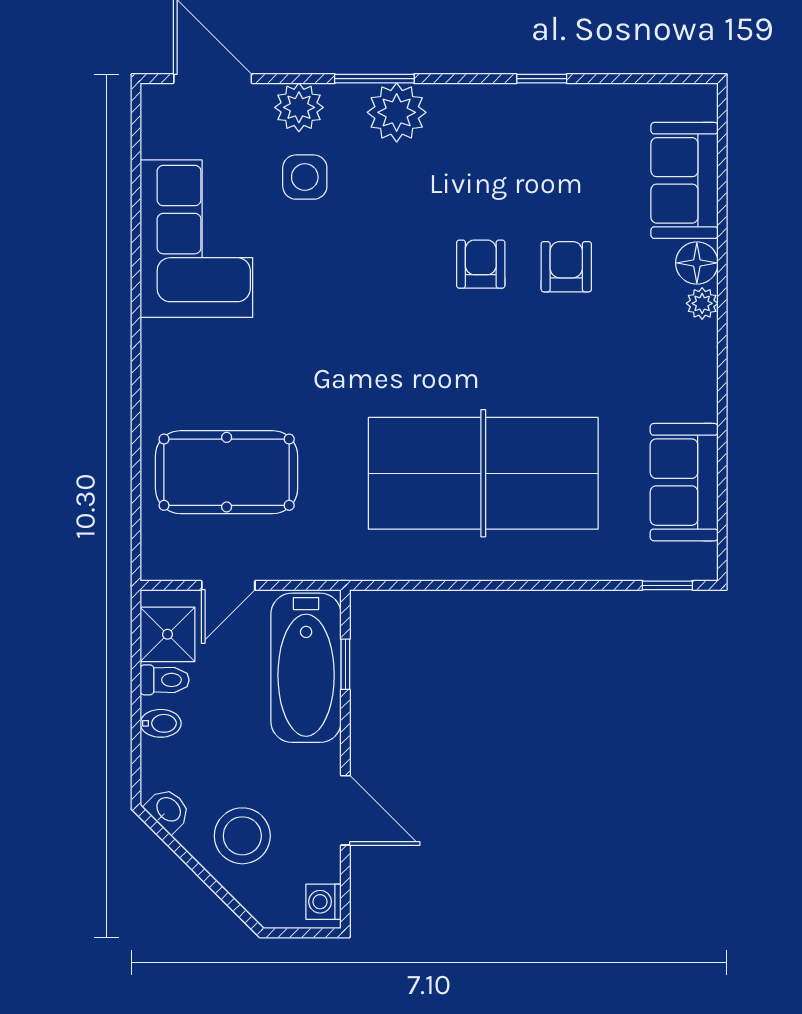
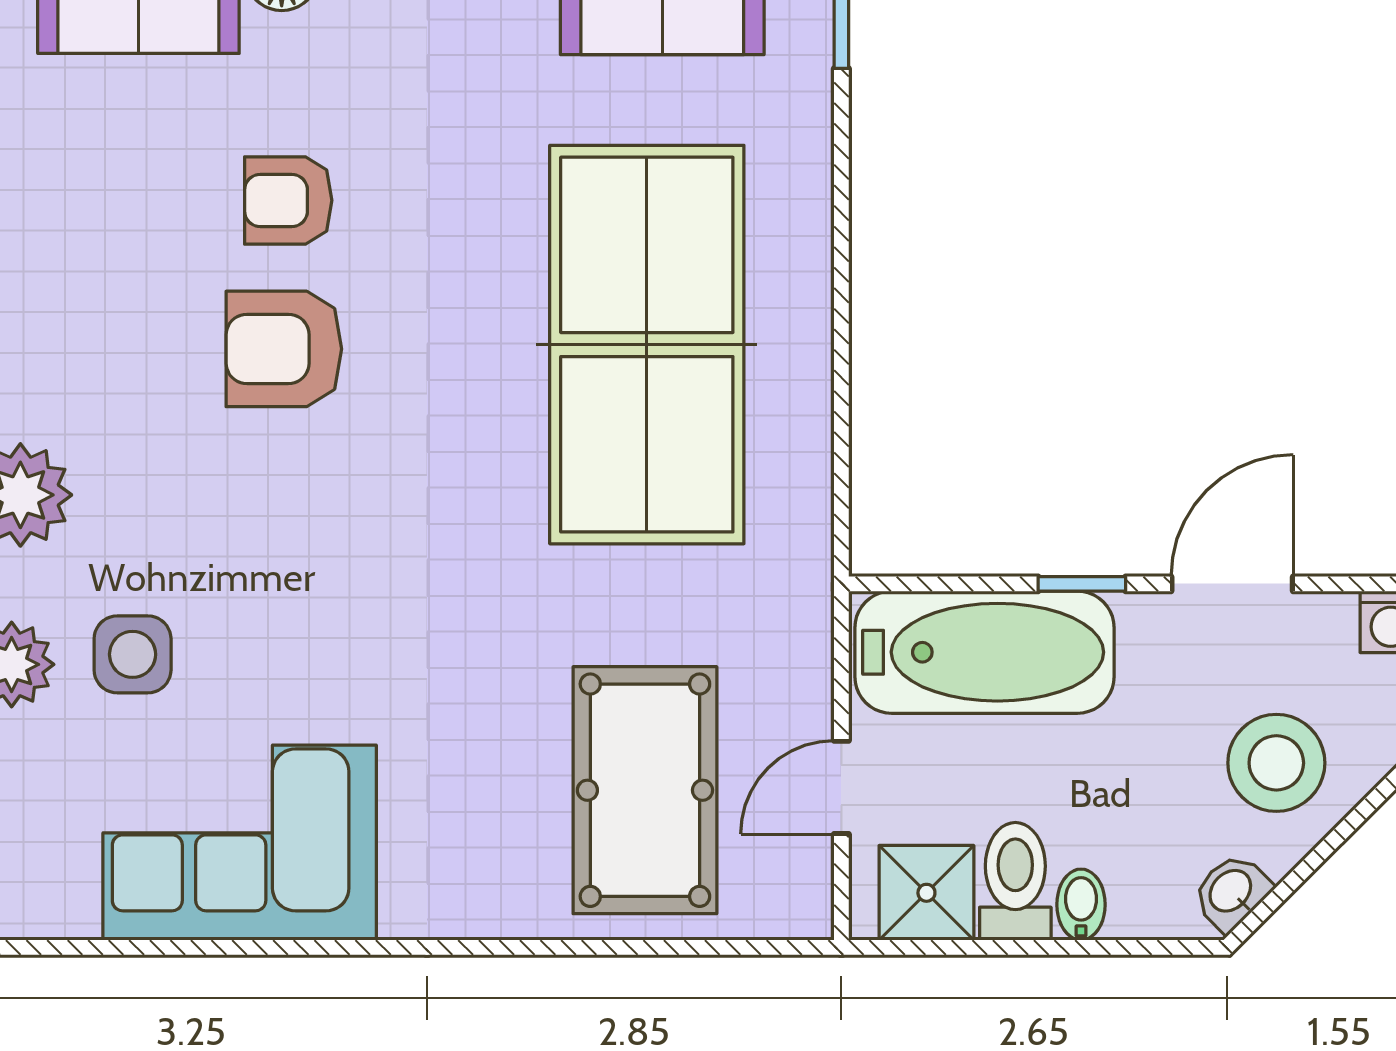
armchair: (481, 264) -> (284, 349), width x1.38, depth x1.38
door: (228, 585) -> (841, 787), swing flipped
window: (345, 664) -> (1082, 584), moved
toilet: (165, 680) -> (1015, 881), width x1.37, depth x1.39

